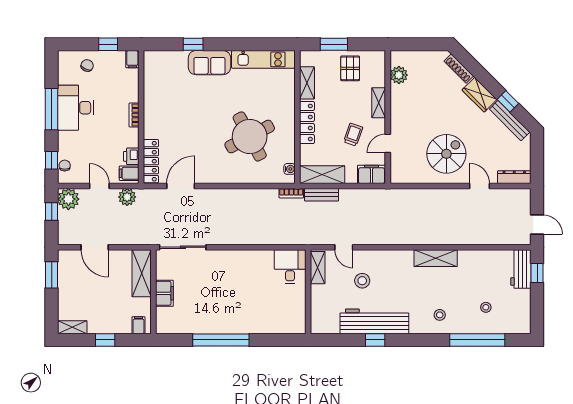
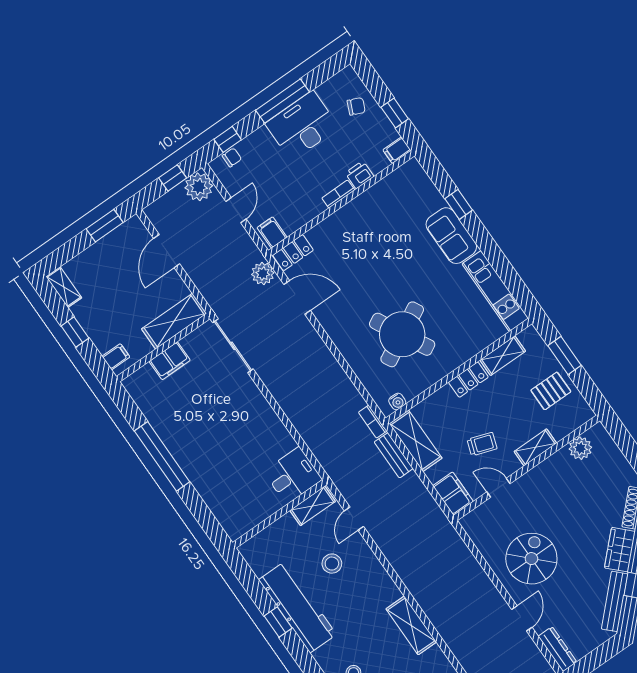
locker: (307, 123) -> (468, 380), width x0.66
spiral stairs: (446, 154) -> (531, 559), turned -90
printer: (131, 156) -> (359, 175), moved
locker: (151, 161) -> (293, 253), width x0.66
plant: (127, 197) -> (263, 274), moved

